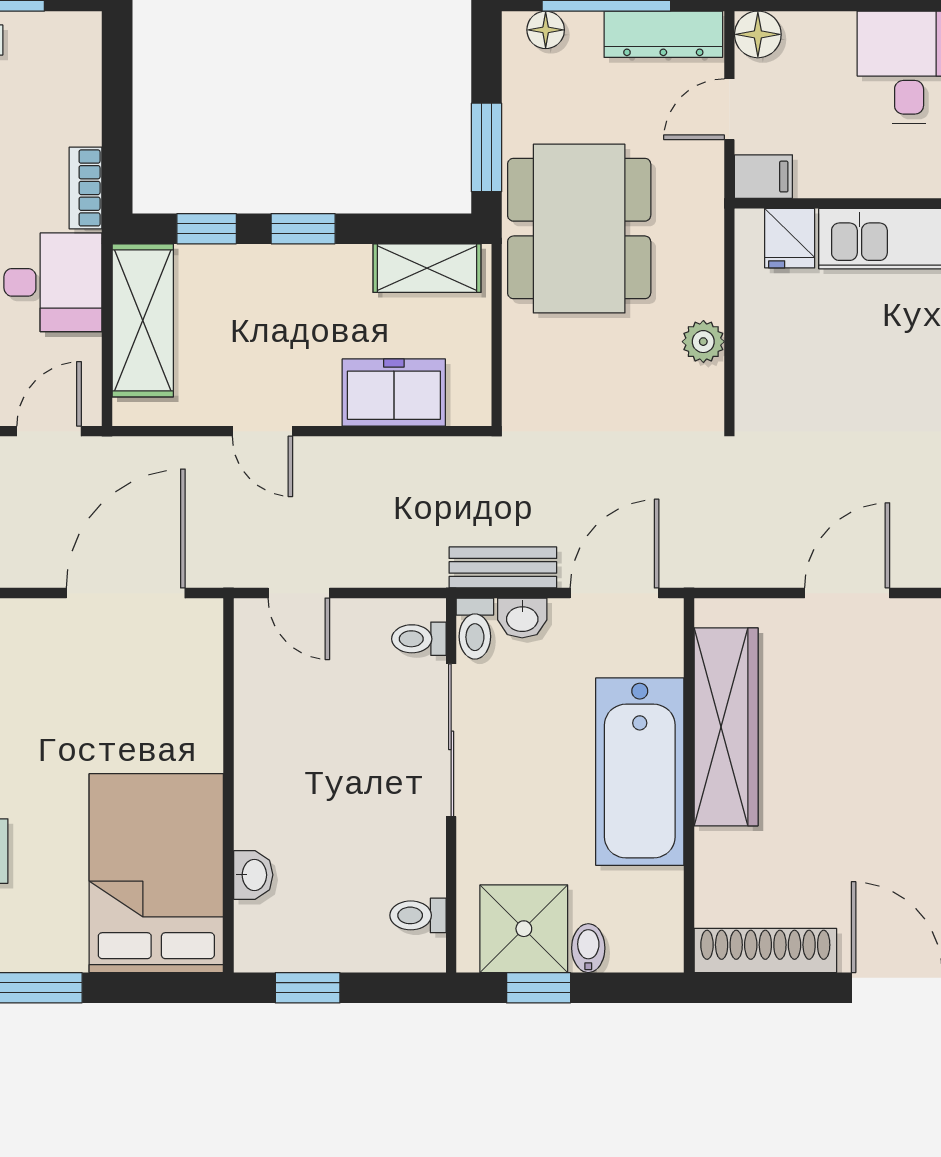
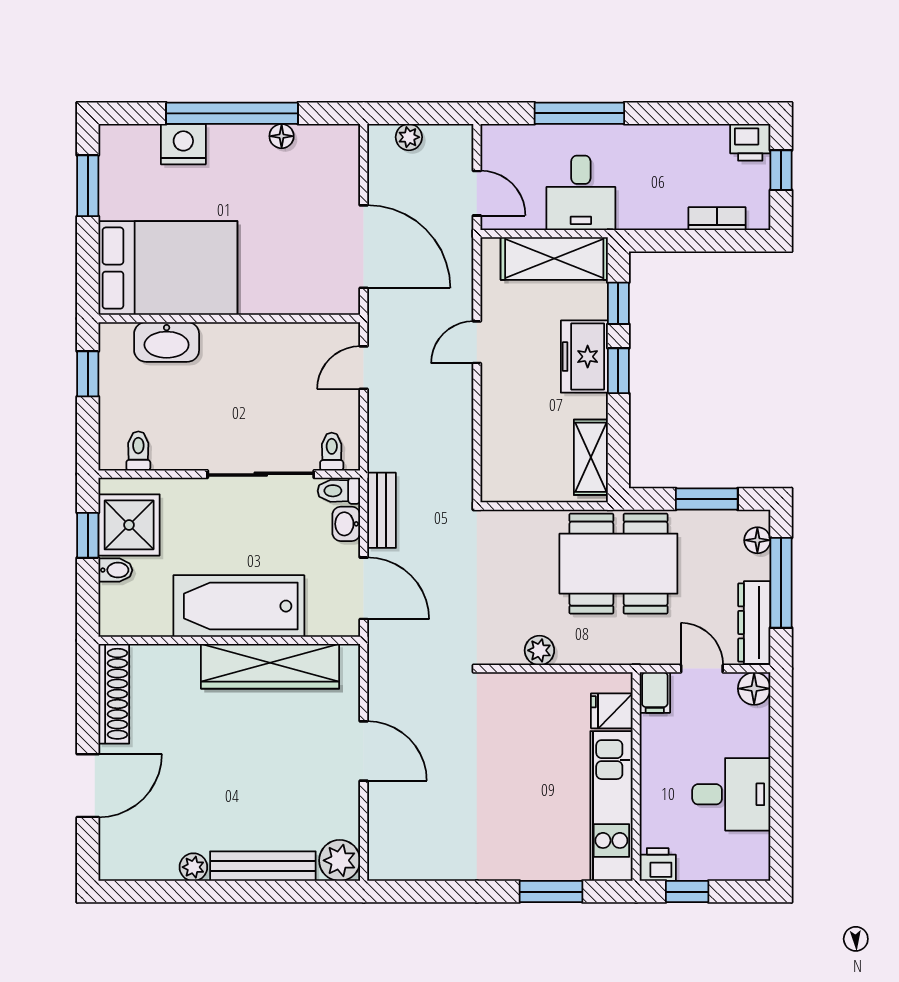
window: (487, 147) -> (707, 499), moved
bookcase: (86, 188) -> (717, 219), moved
freezer: (394, 392) -> (584, 357), moved, turned 180
washbasin: (253, 875) -> (167, 342), width x1.91, depth x1.45

